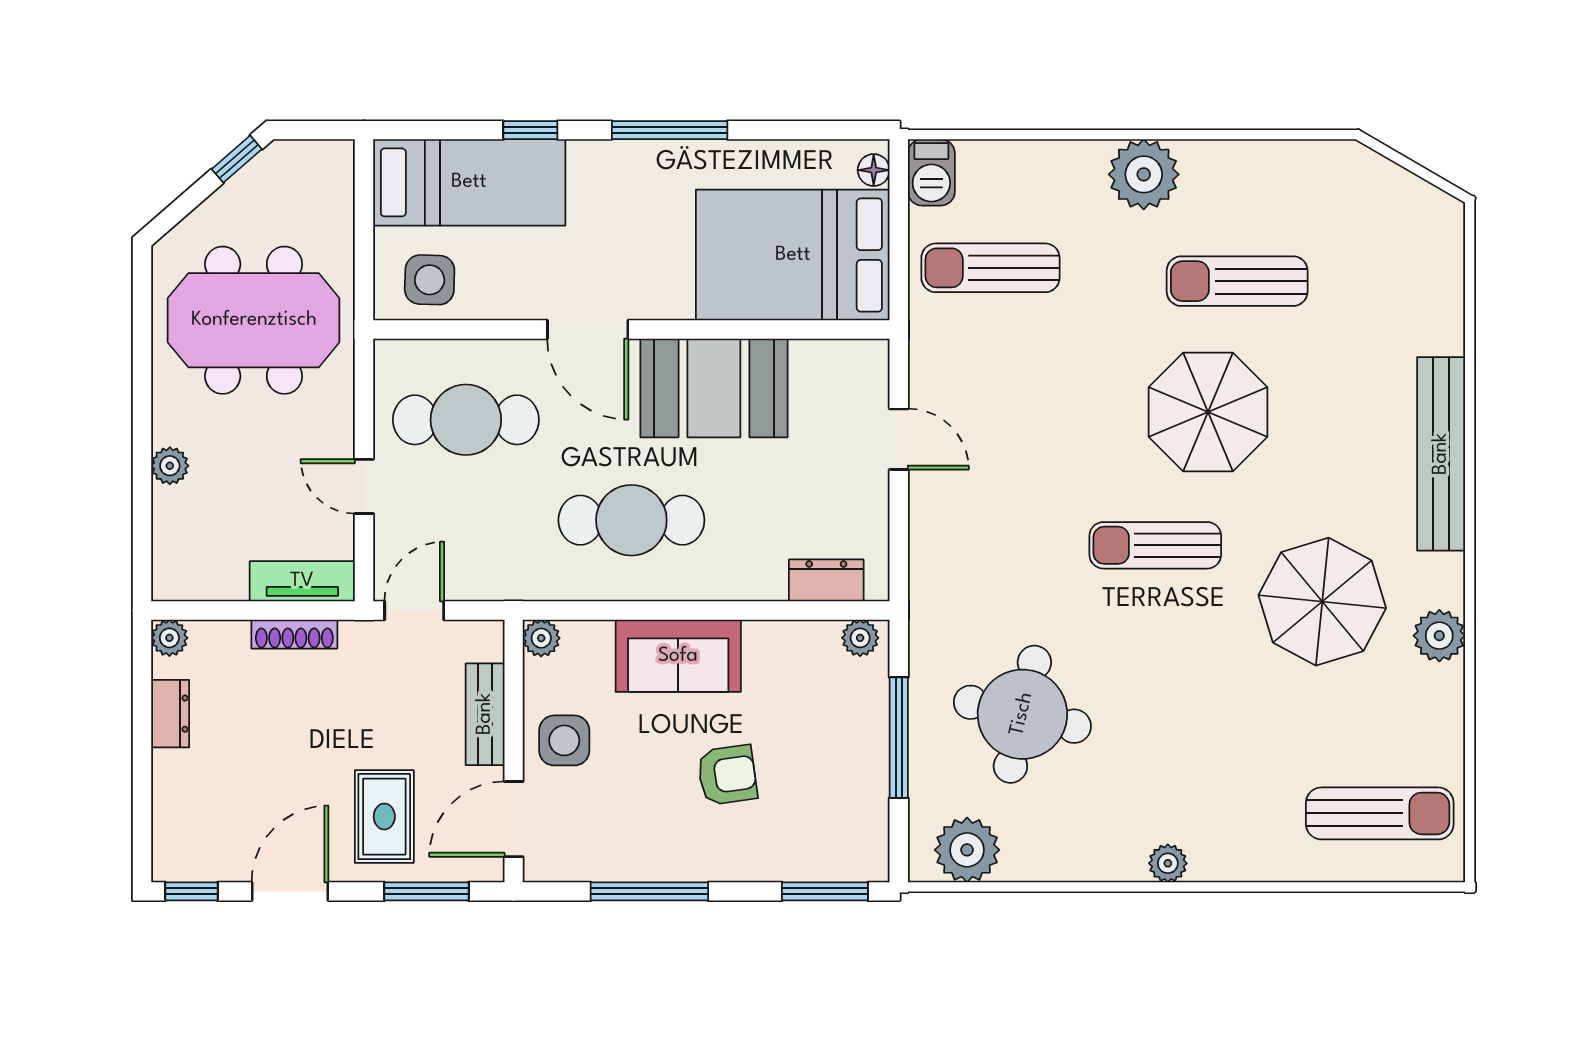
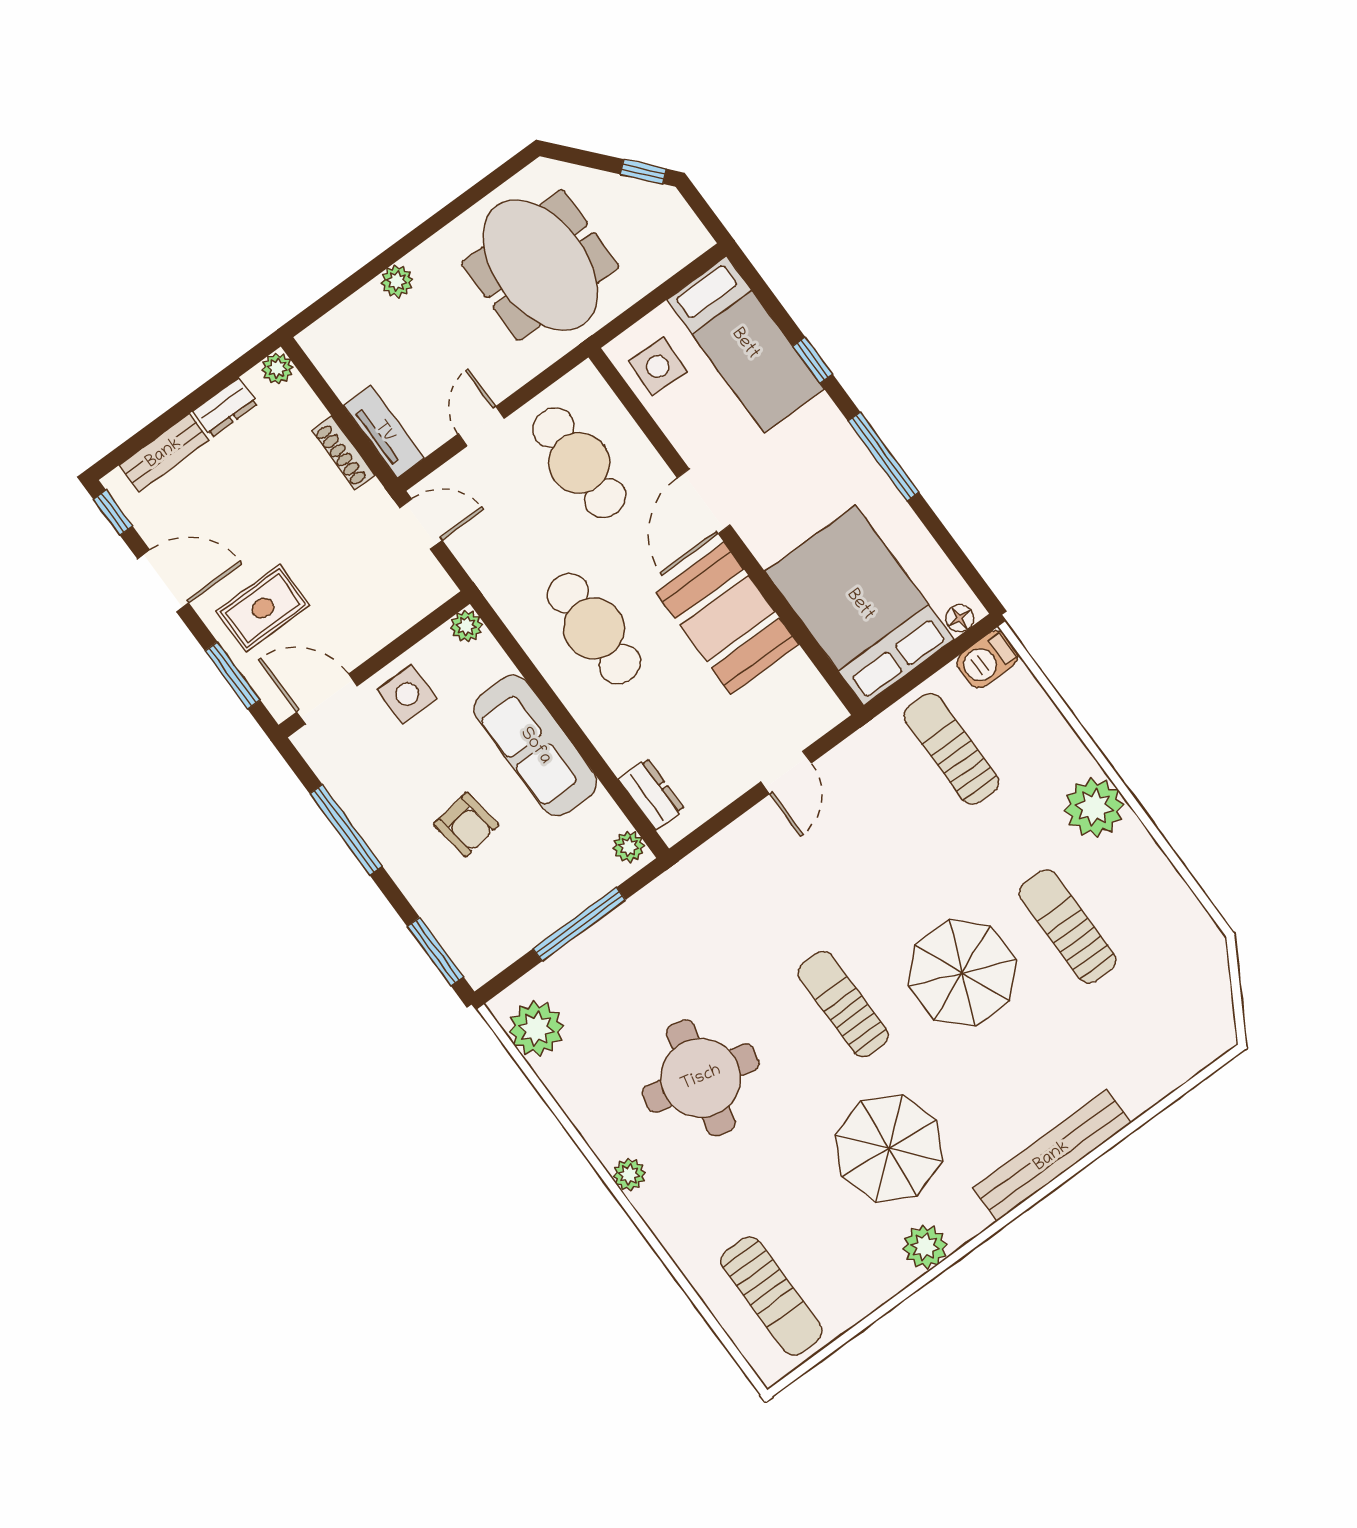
sofa: (678, 656) -> (535, 746), width x1.36
bench: (485, 714) -> (164, 453), moved
round table: (1022, 714) -> (701, 1078), moved

